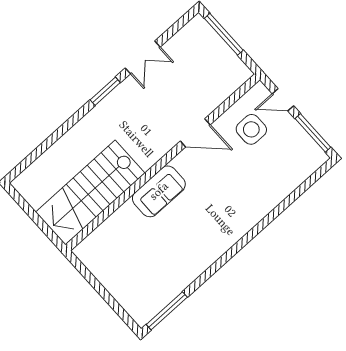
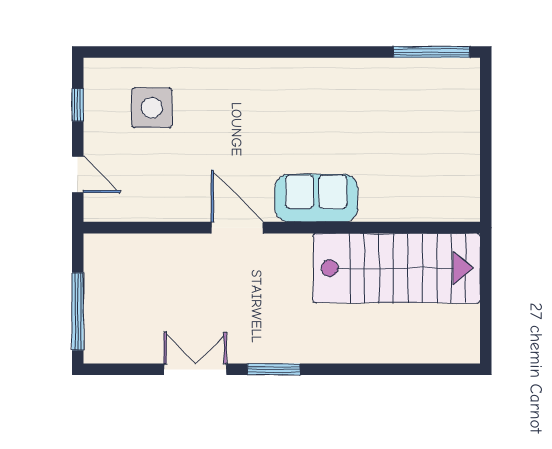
side table: (251, 129) -> (152, 108), moved
door: (195, 133) -> (237, 228), moved
window: (313, 133) -> (78, 105), width x0.46

